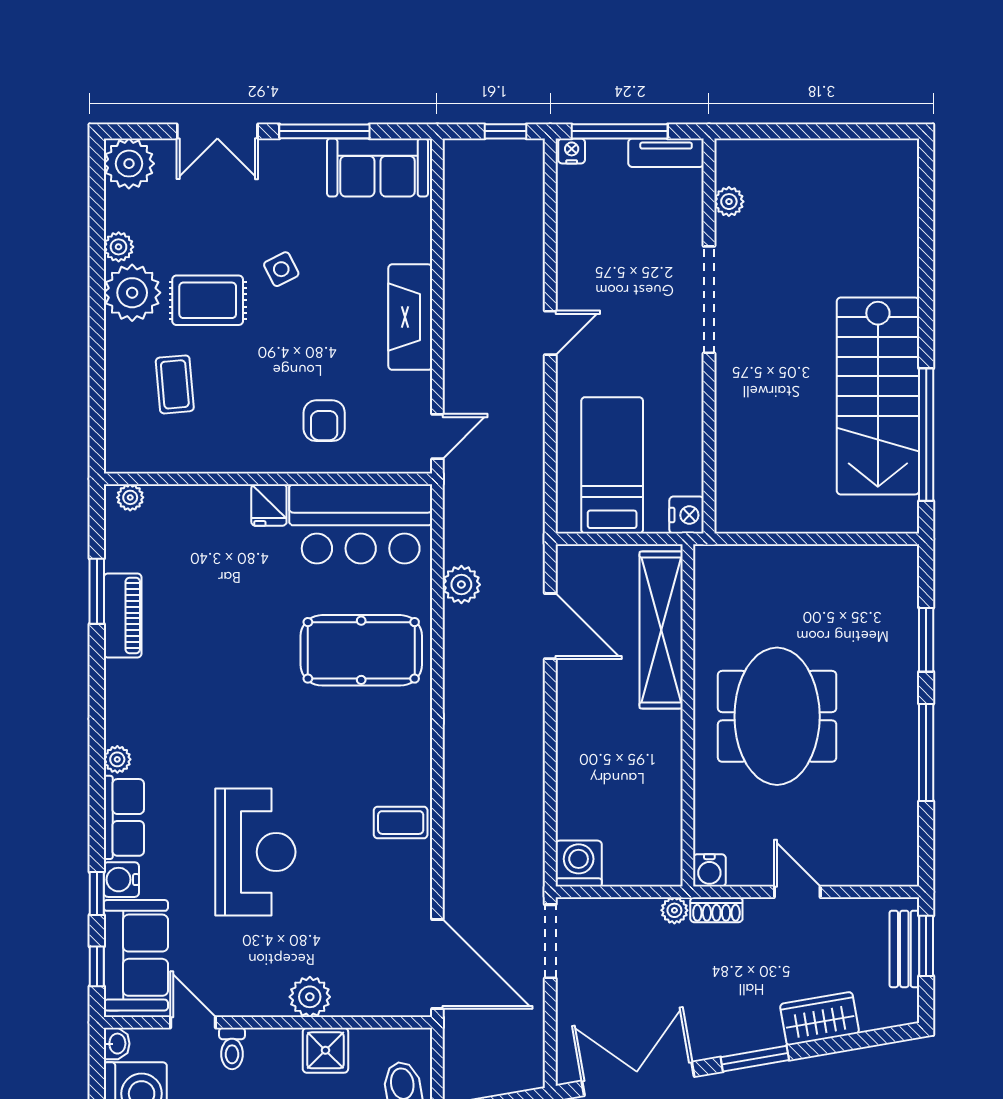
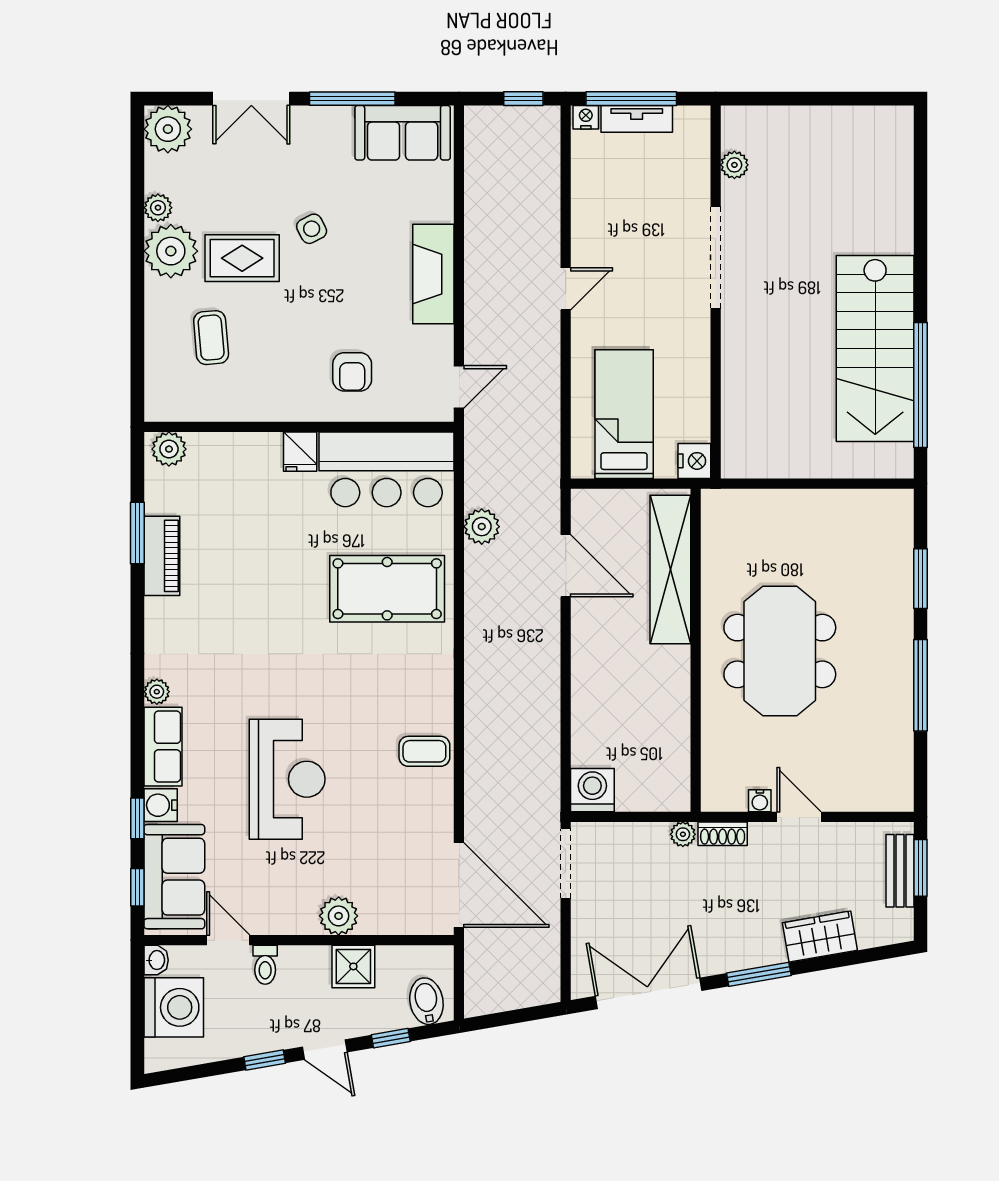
tv unit: (666, 153) -> (637, 119), moved
plant: (130, 497) -> (169, 449), width x1.38, depth x1.38
water cooler: (709, 870) -> (760, 801), moved, width x0.72, depth x0.72

